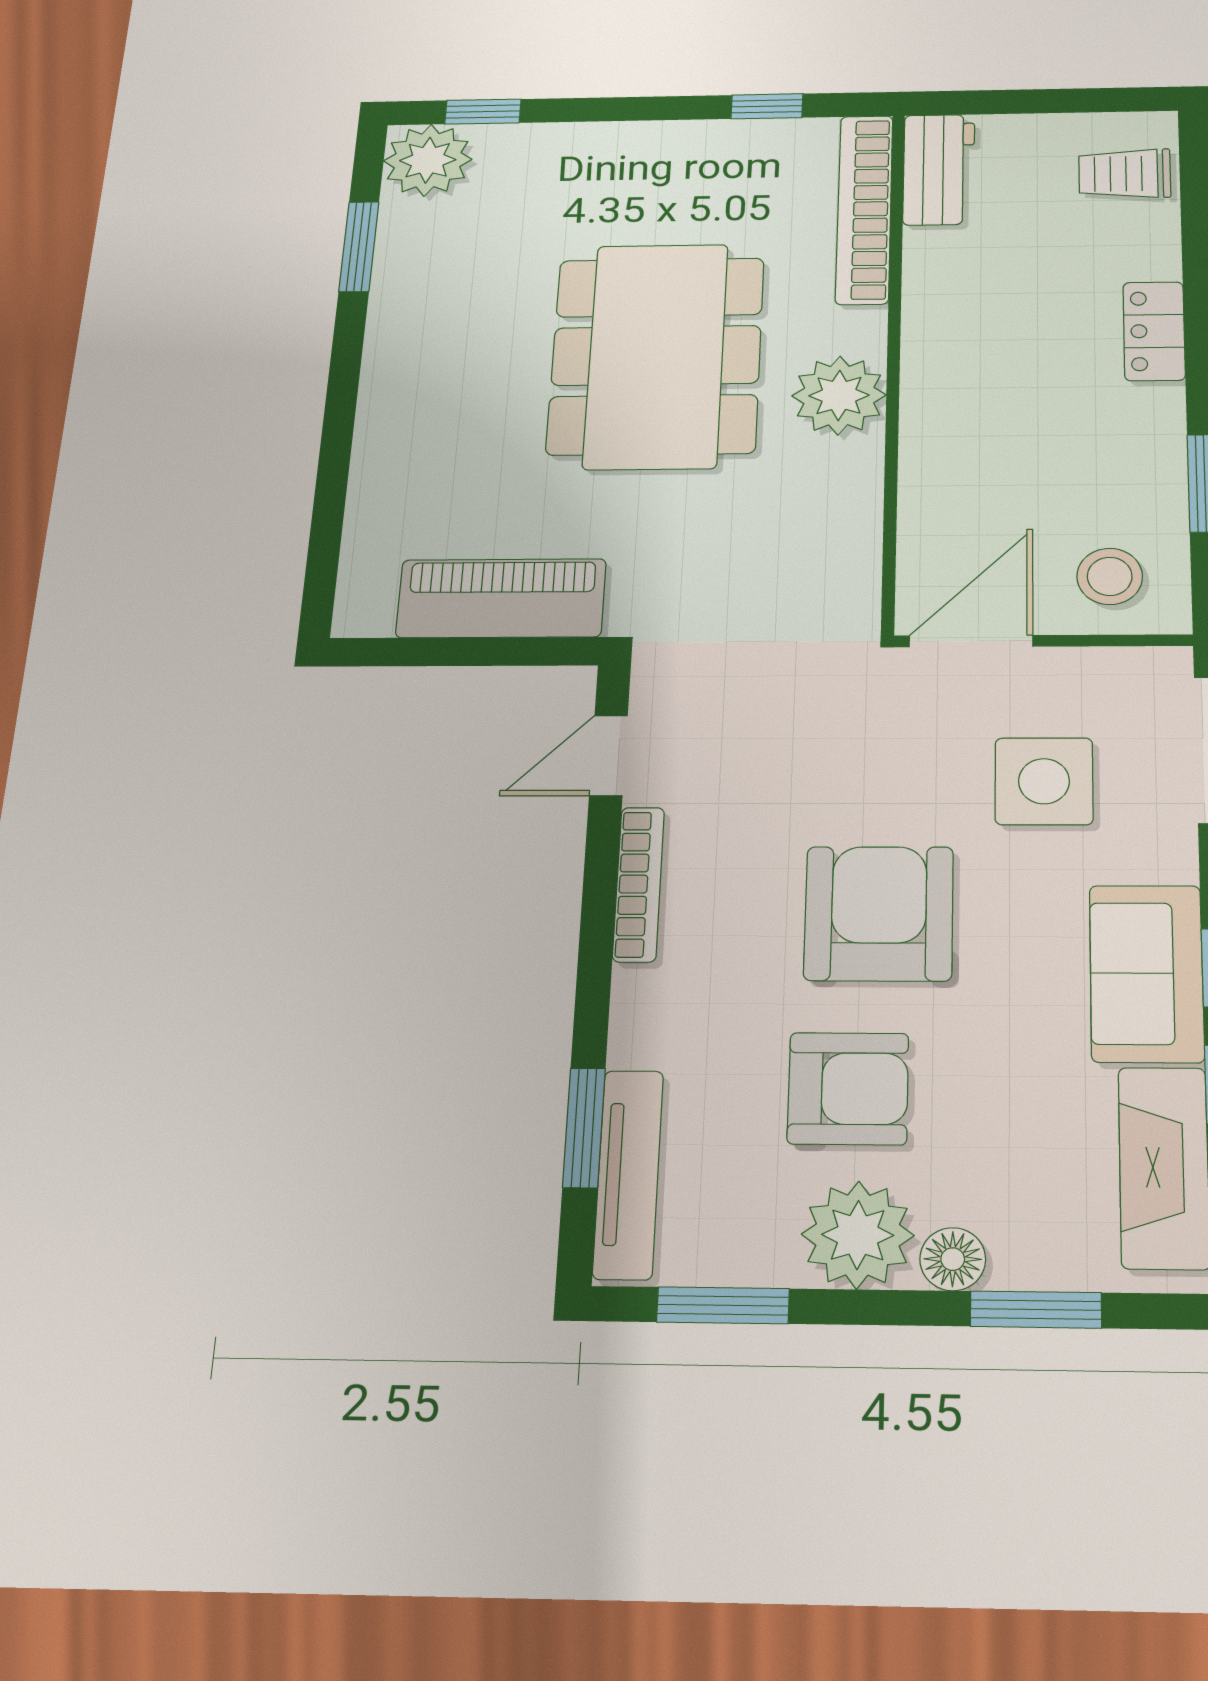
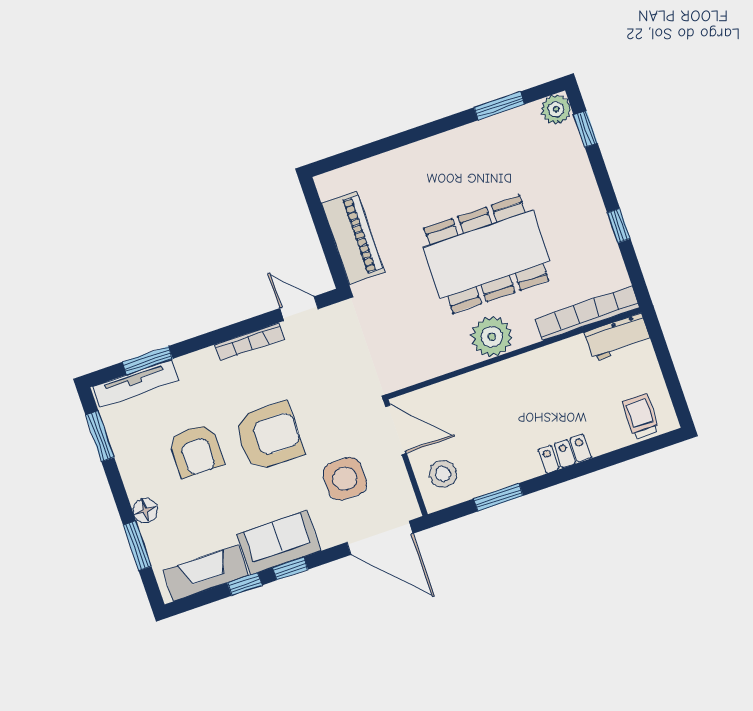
window: (767, 106) -> (619, 226), moved
plant: (428, 160) -> (556, 109), width x0.73, depth x0.73
plant: (858, 1235) -> (142, 474), removed

